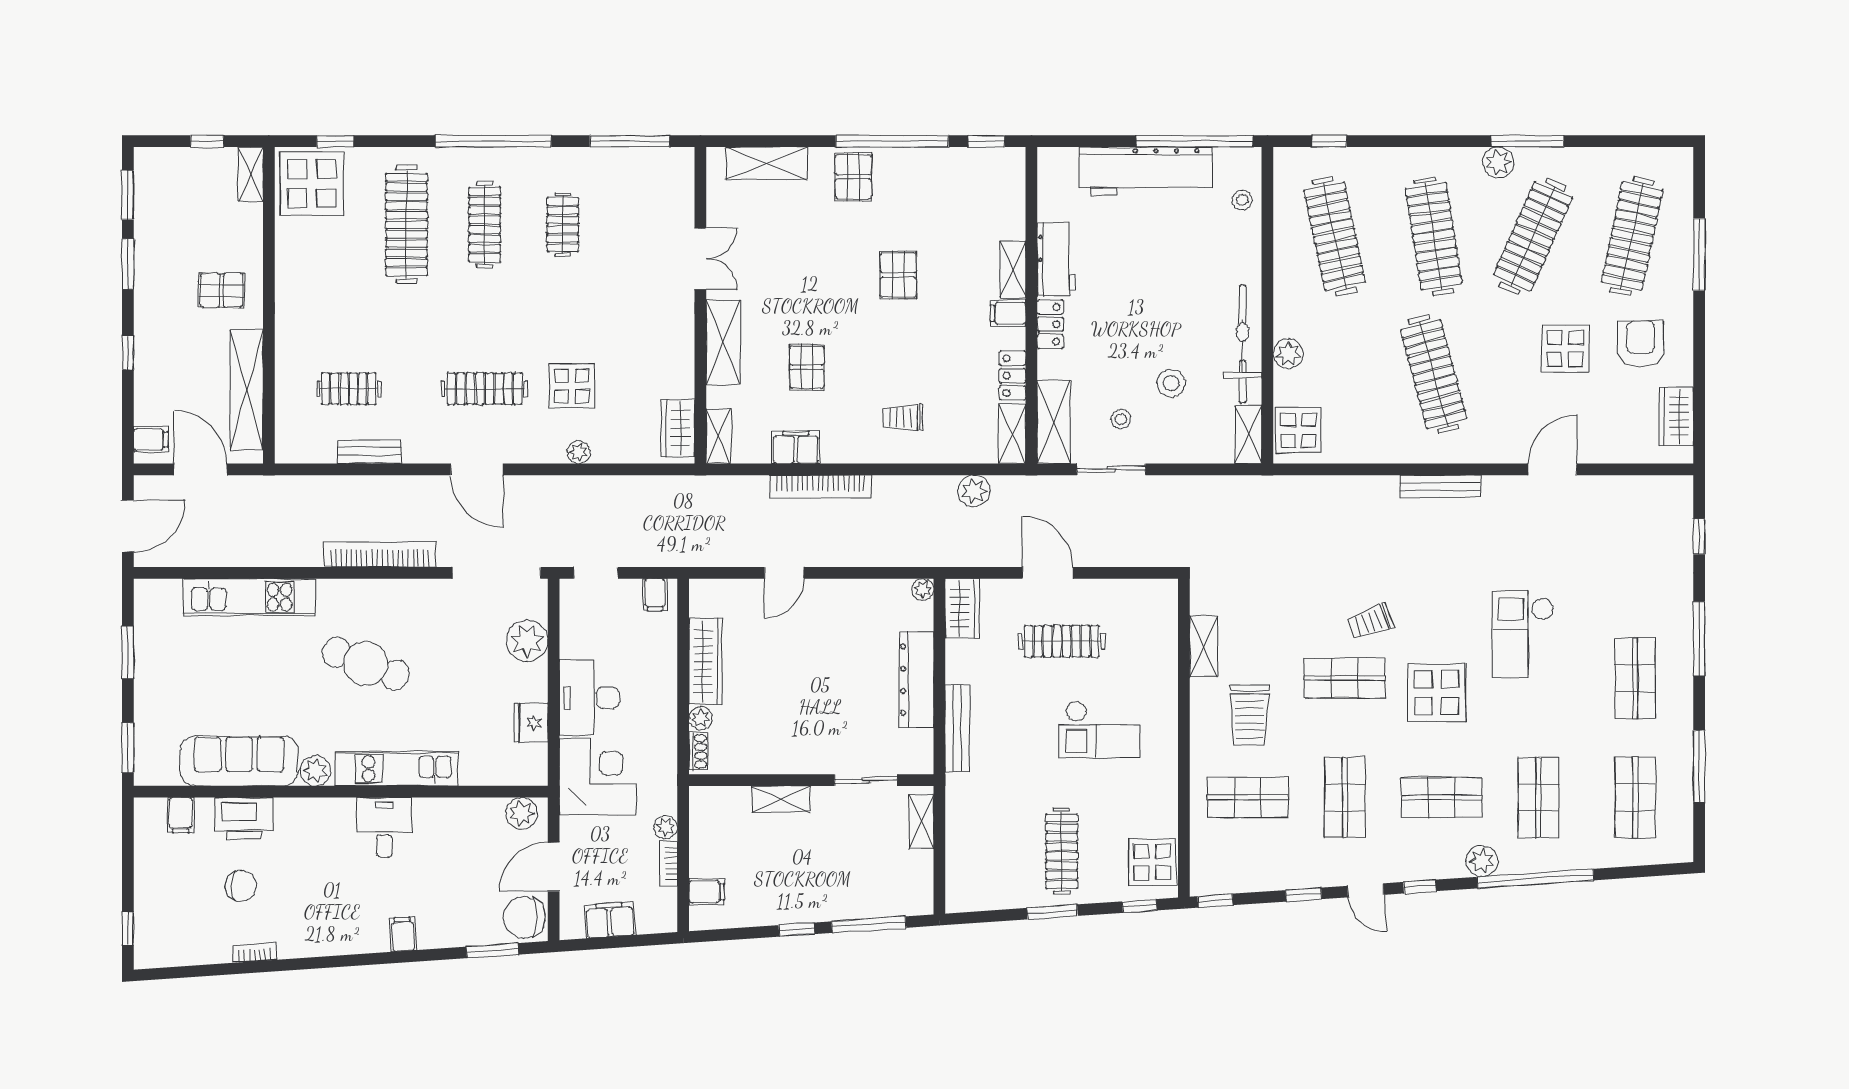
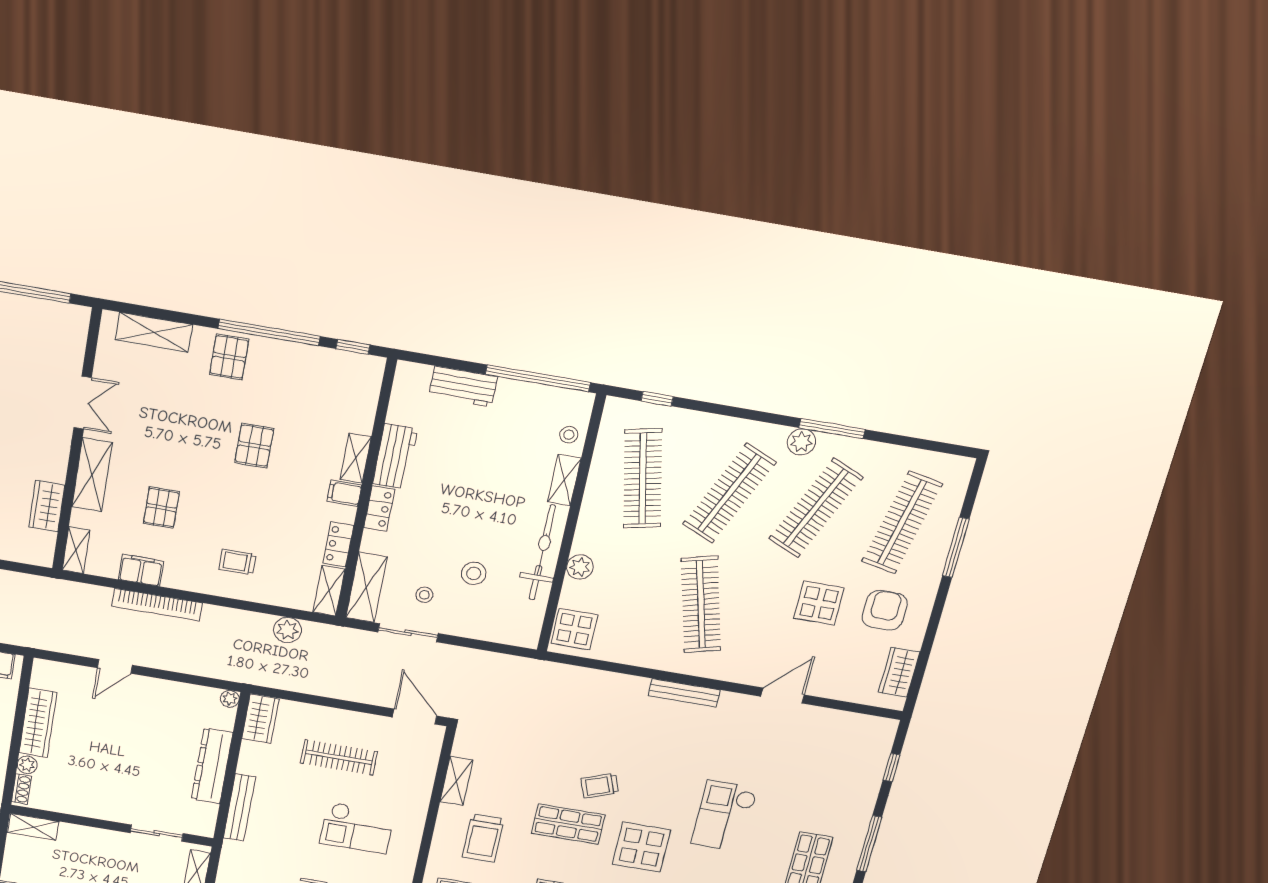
workbench: (1146, 171) -> (463, 387), width x0.53, depth x0.76
clothes rail: (1434, 236) -> (729, 493), turned 33
wardrobe: (678, 428) -> (47, 506), moved
shelving: (1249, 434) -> (564, 480), moved
door: (1048, 573) -> (415, 717), moved
shelving: (781, 799) -> (33, 827), moved

